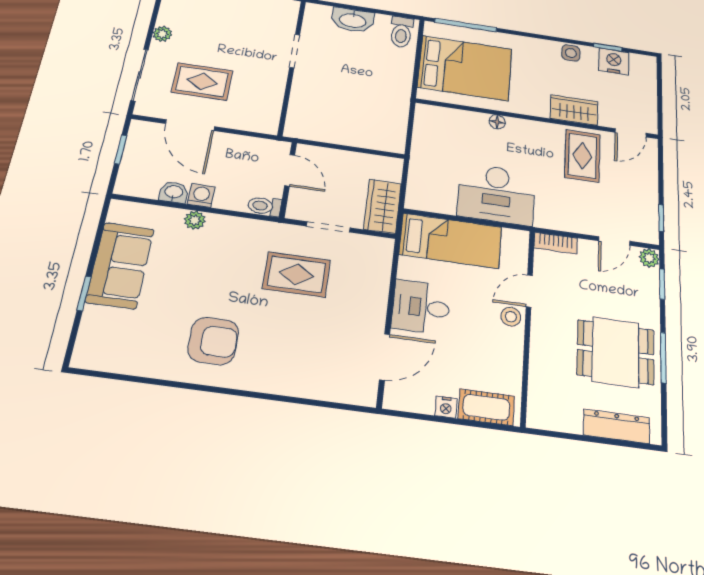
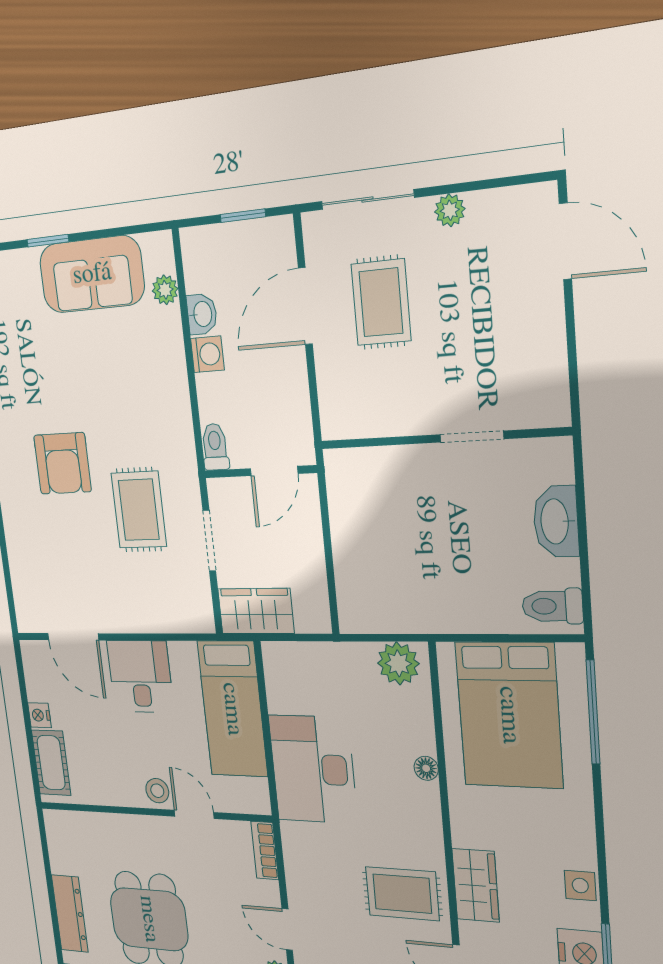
plant: (428, 123) -> (398, 663), added
plant: (195, 220) -> (165, 290), moved
armchair: (213, 341) -> (63, 463), moved

